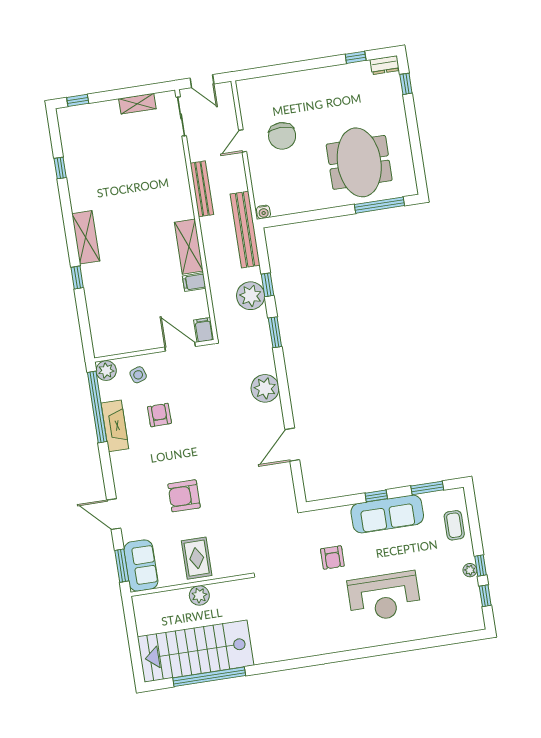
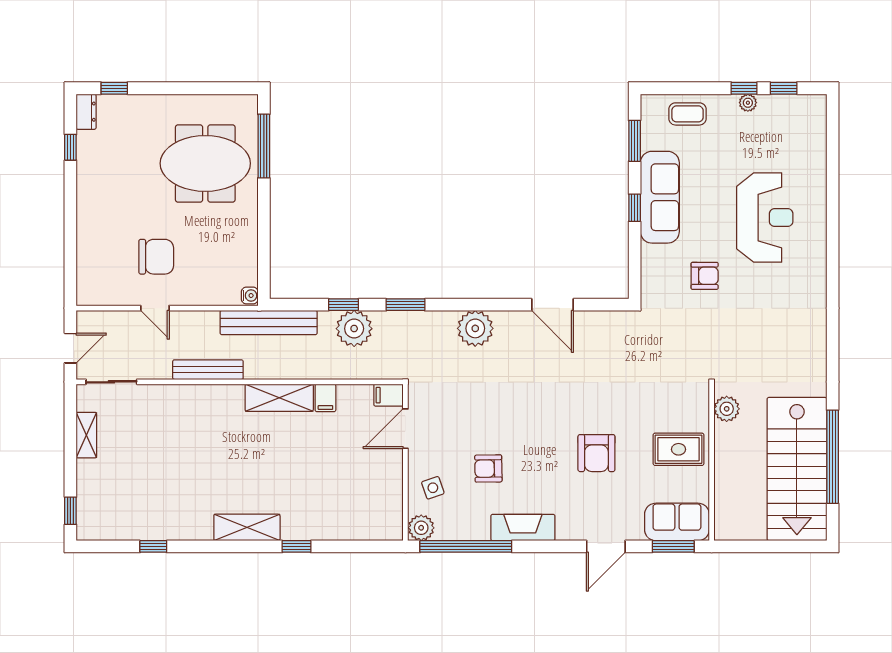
fireplace: (115, 426) -> (523, 528), moved
plant: (199, 595) -> (727, 409), moved

